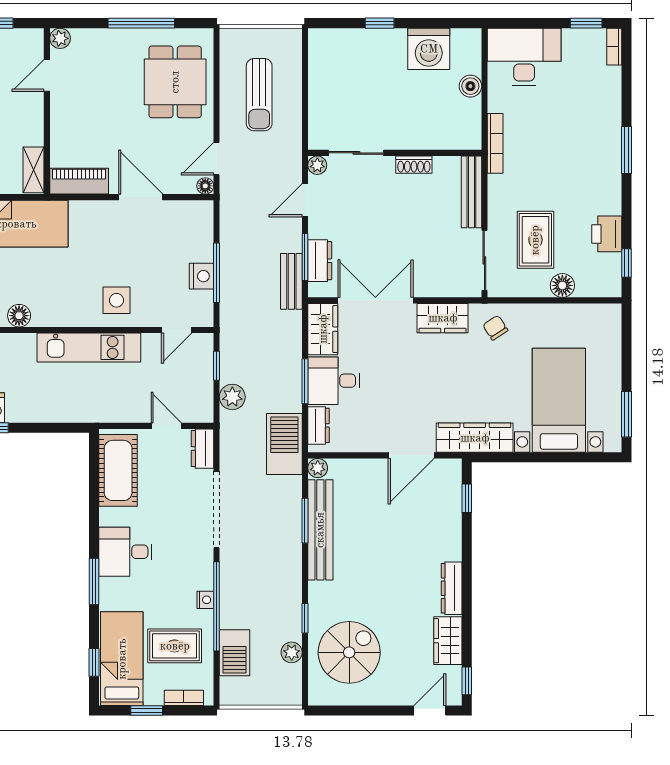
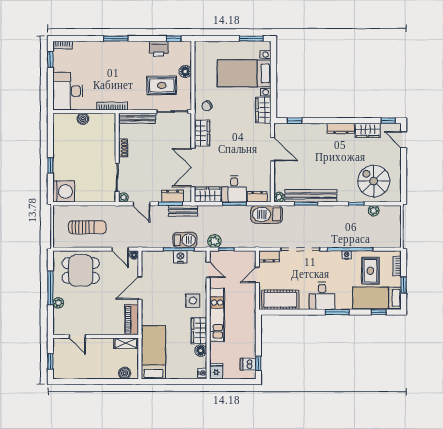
plant: (60, 38) -> (58, 303), moved
washing machine: (429, 49) -> (64, 192), moved
wardrobe: (58, 312) -> (199, 331), added
plant: (232, 397) -> (214, 241), moved
wardrobe: (475, 438) -> (263, 110), width x0.67
barbecue: (234, 653) -> (185, 240), moved

